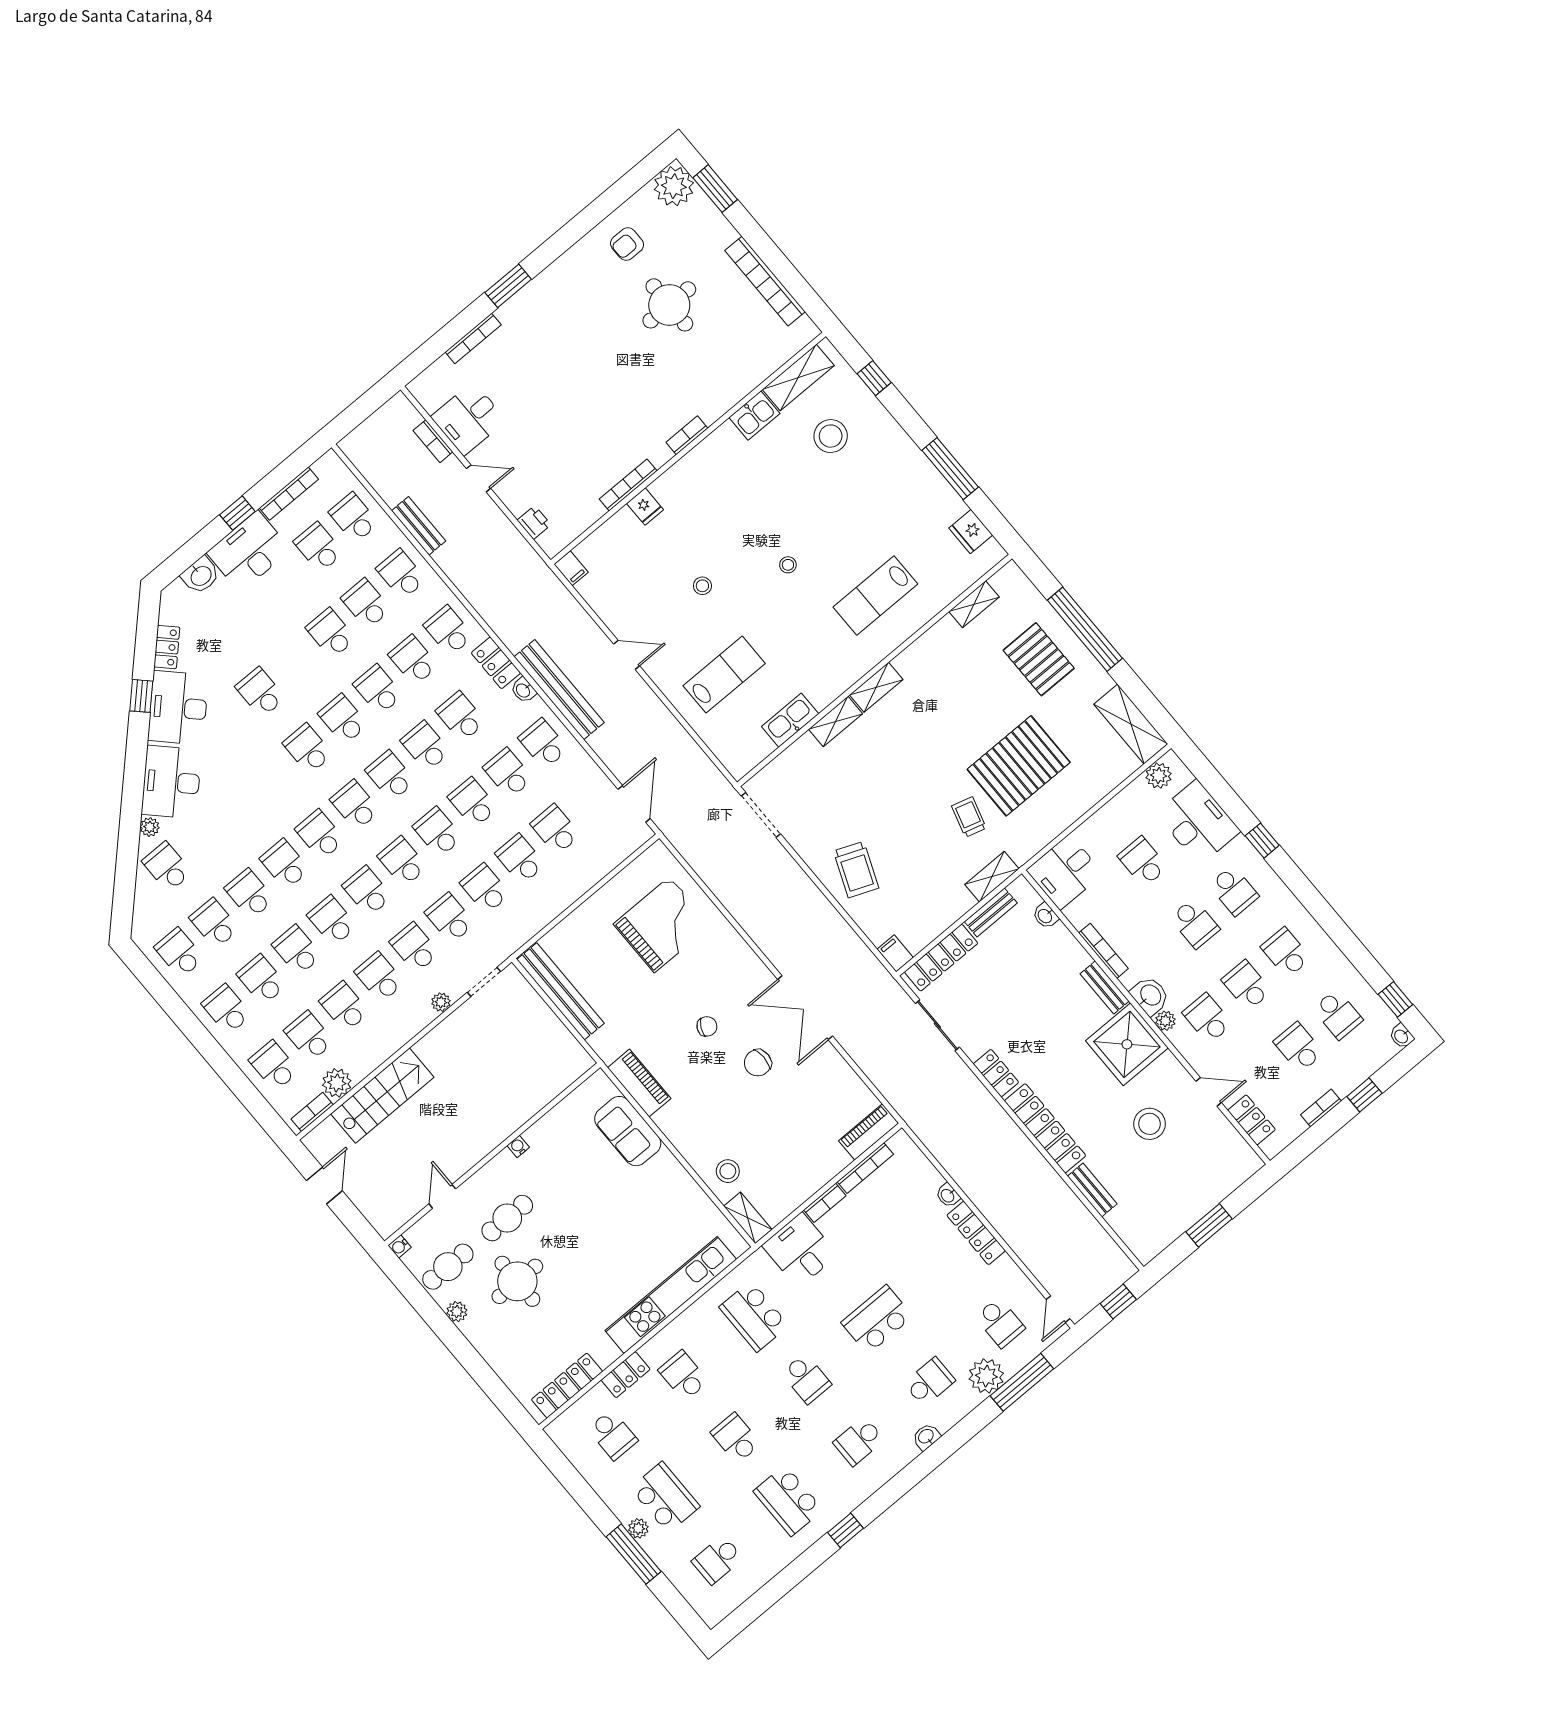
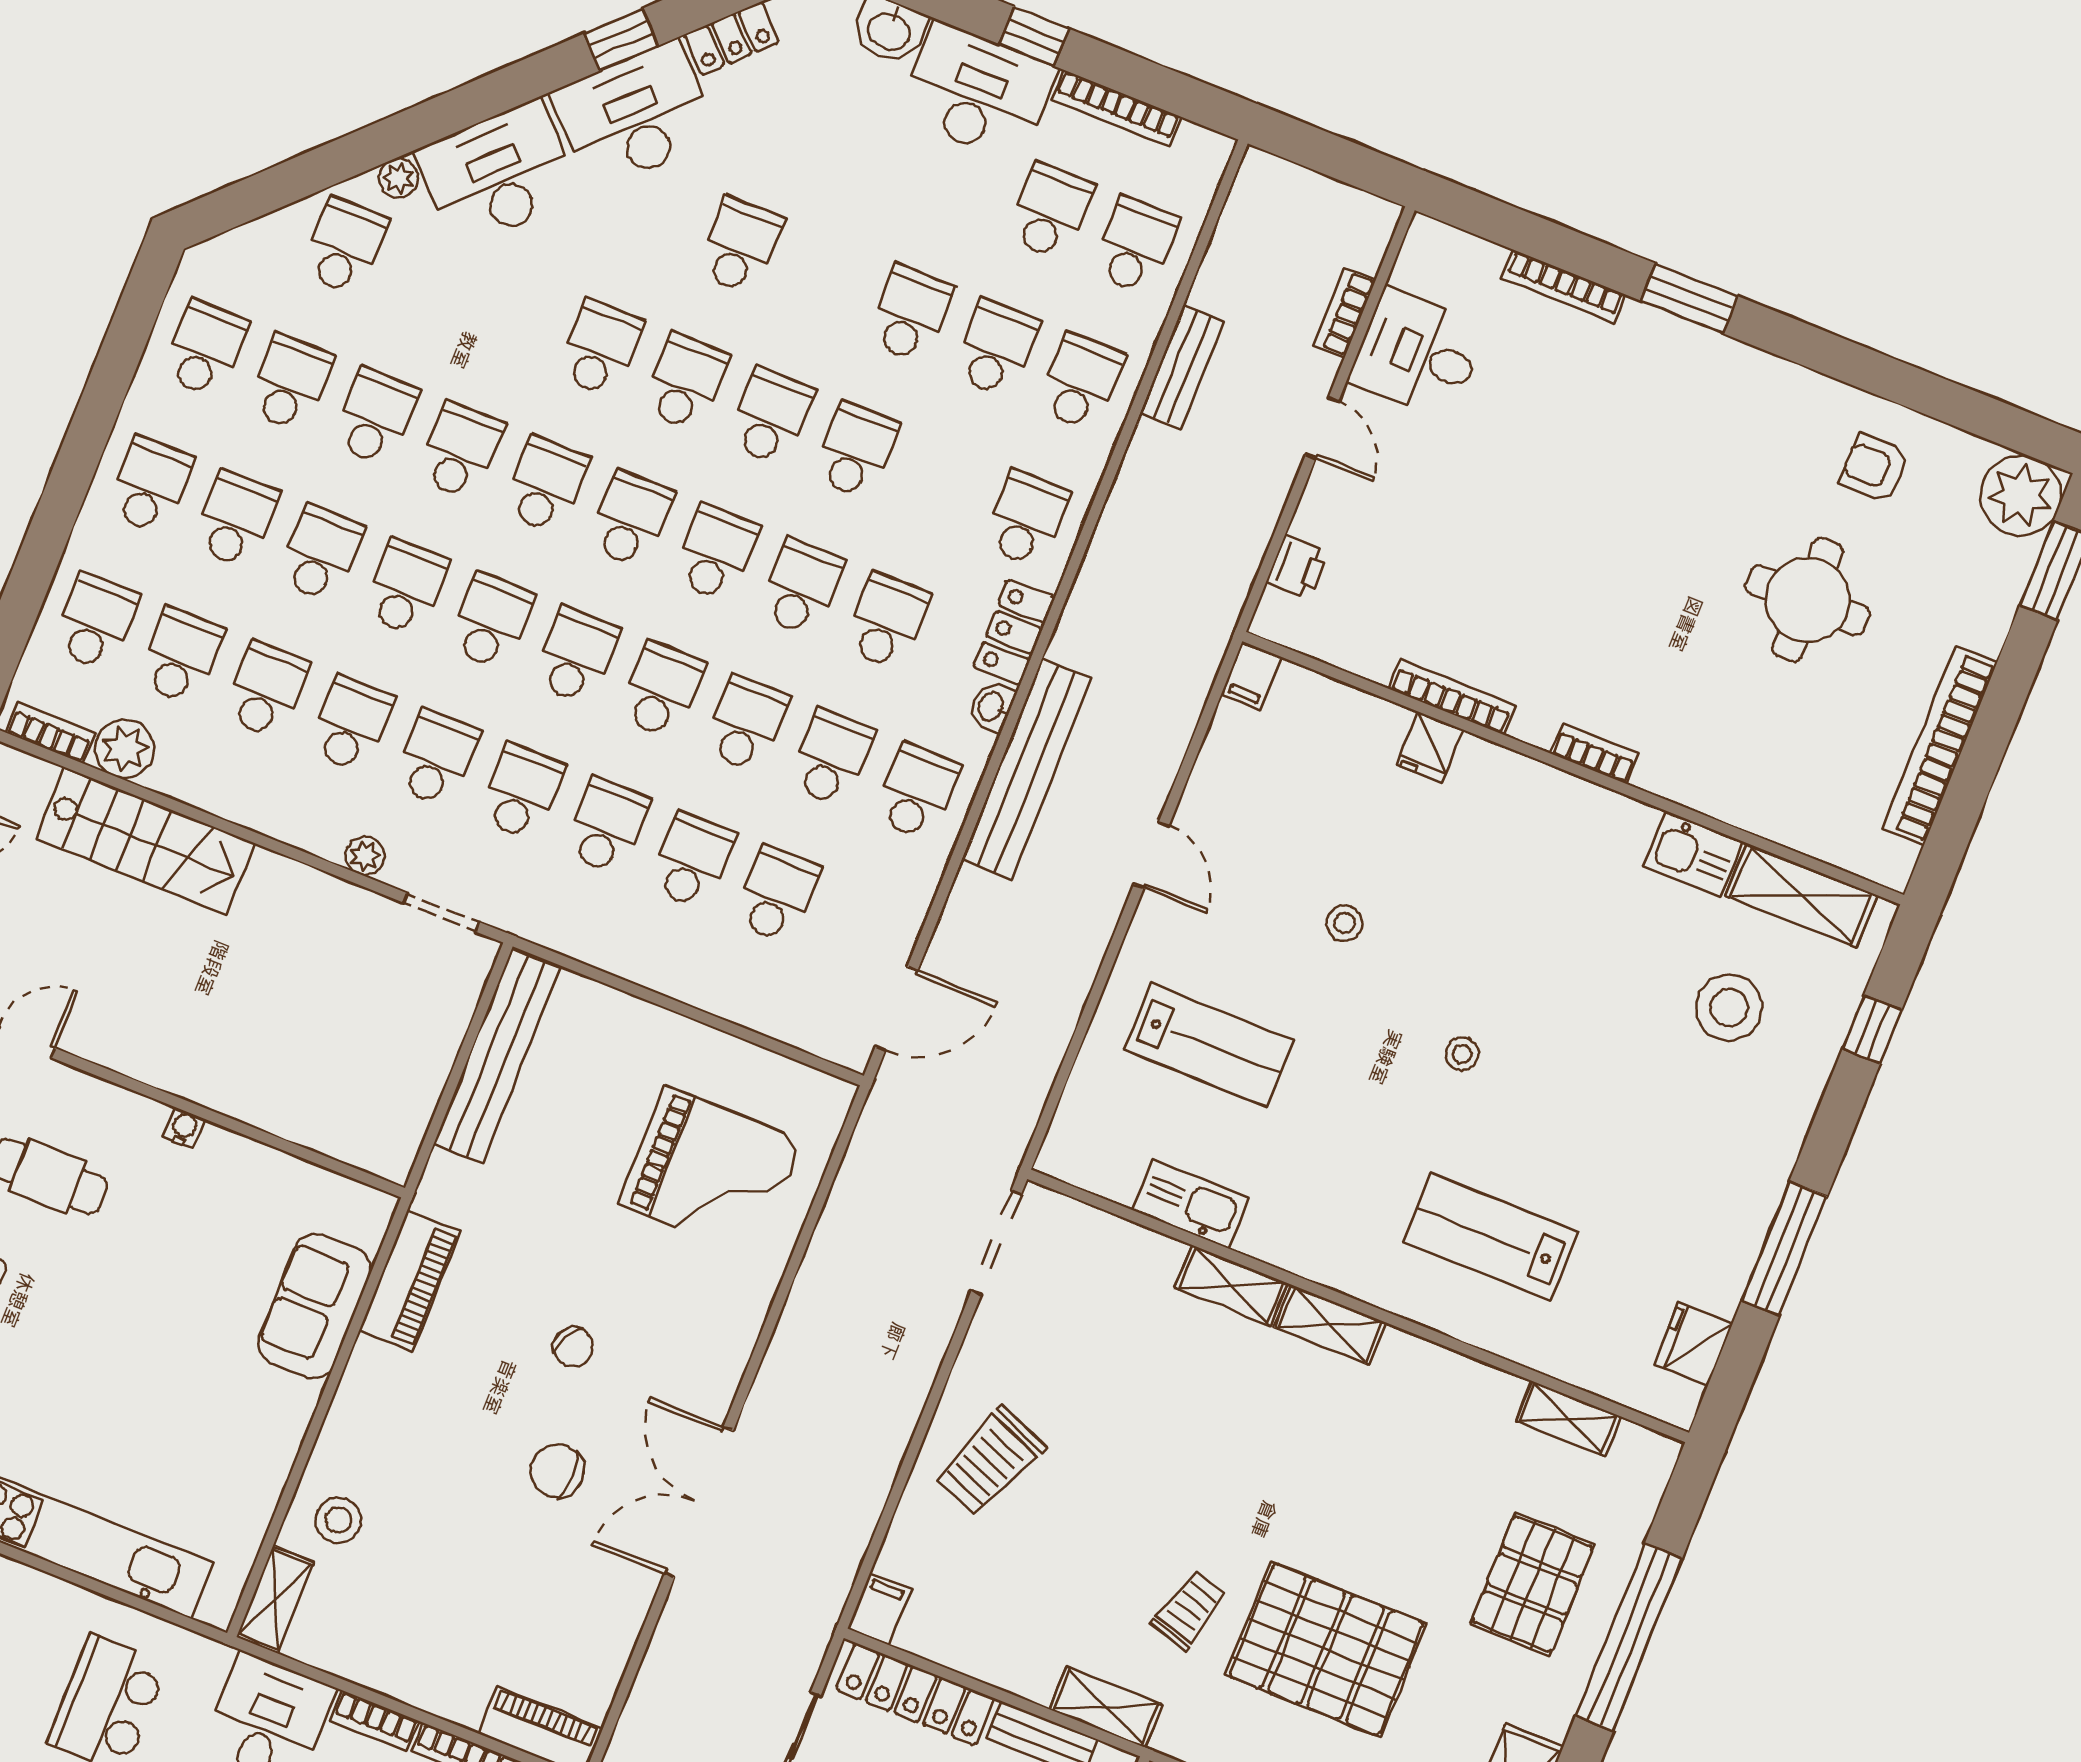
school desk: (413, 660) -> (600, 348), moved

